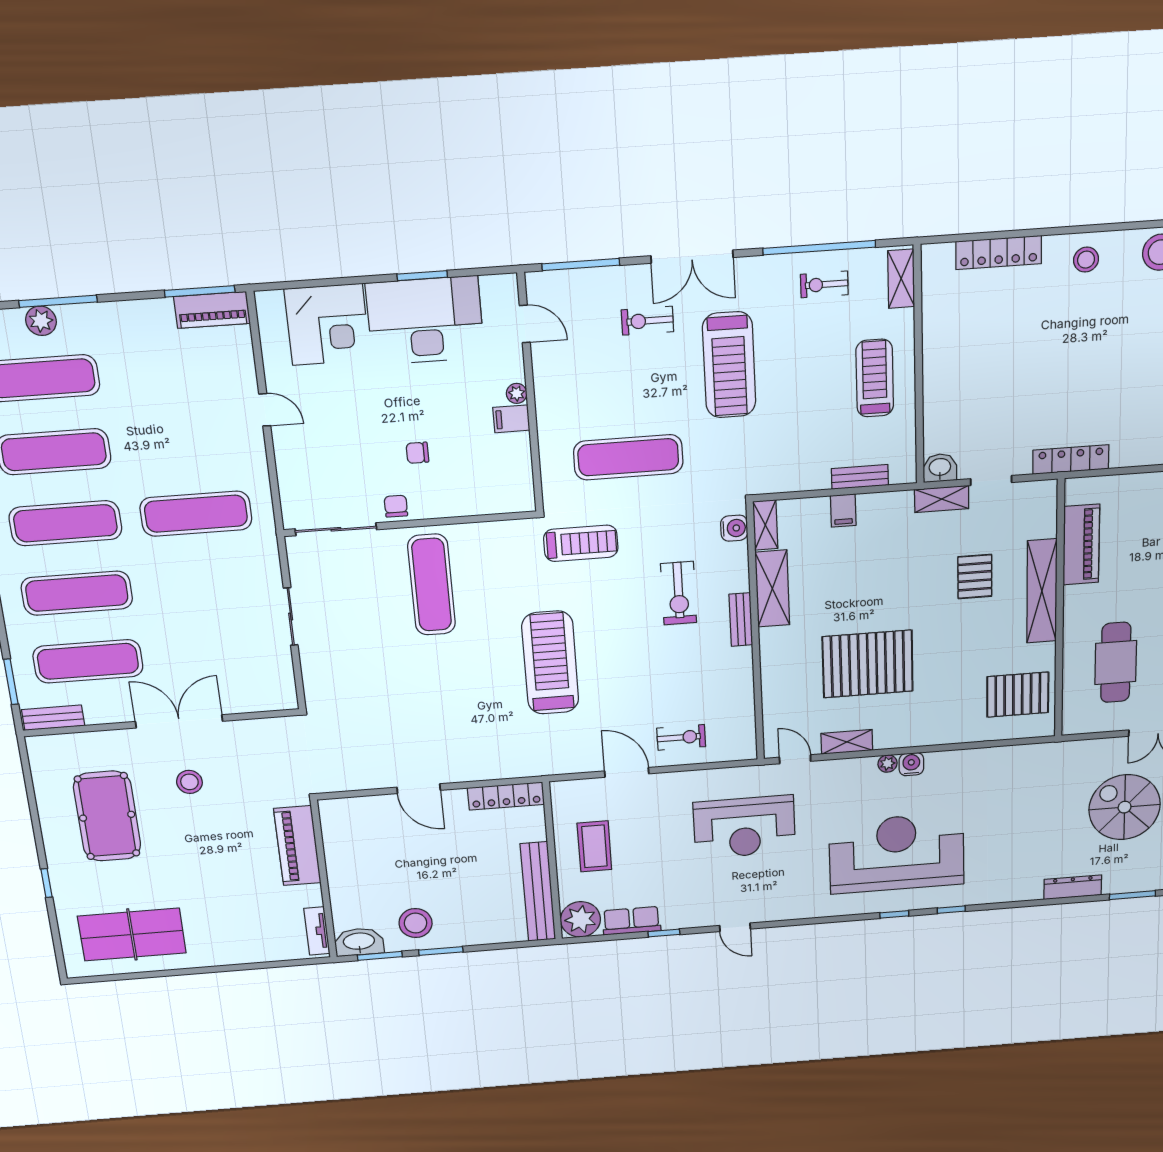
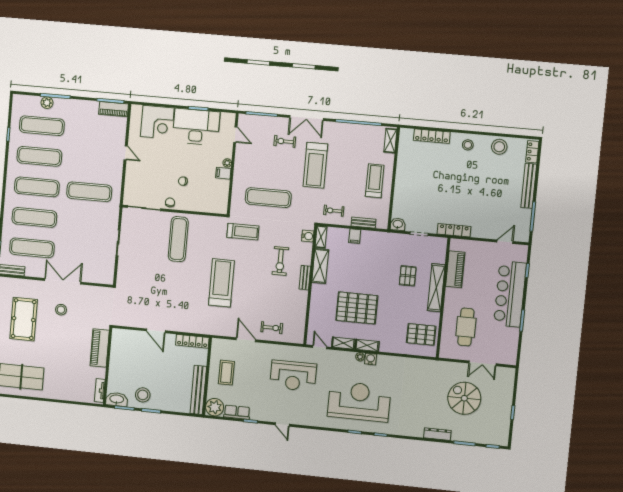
exercise bike: (824, 284) -> (334, 211), moved
shelving: (942, 499) -> (367, 345), moved

